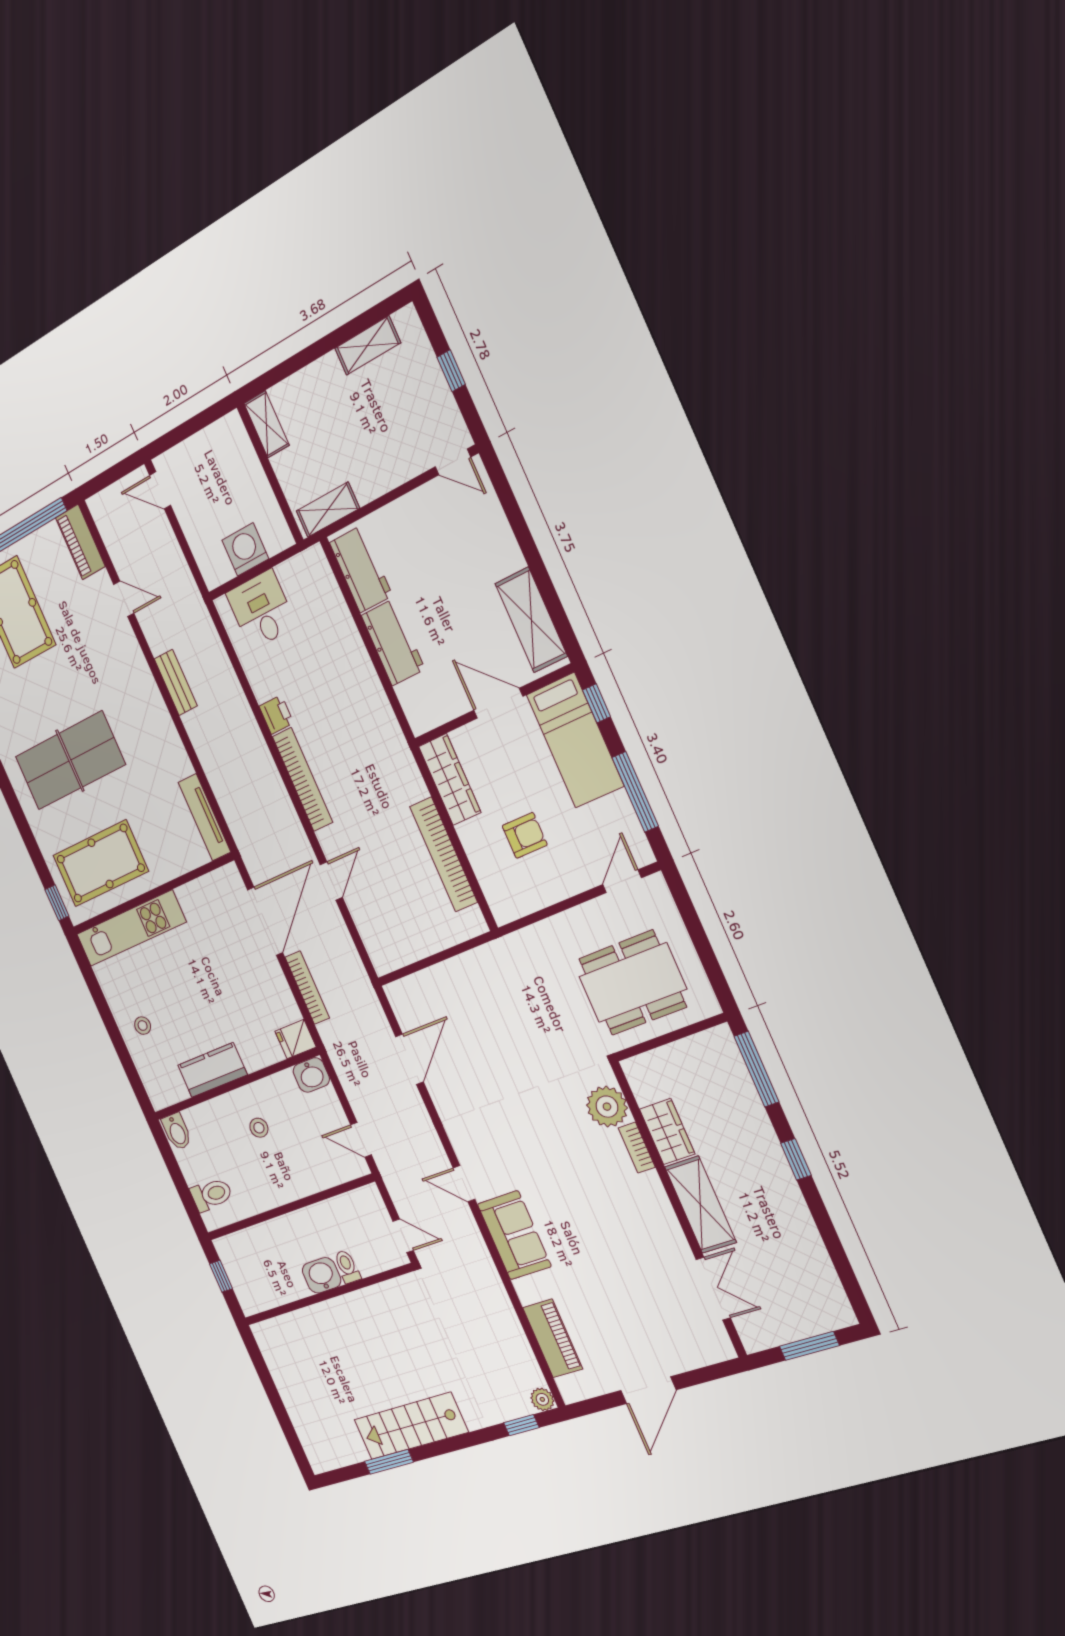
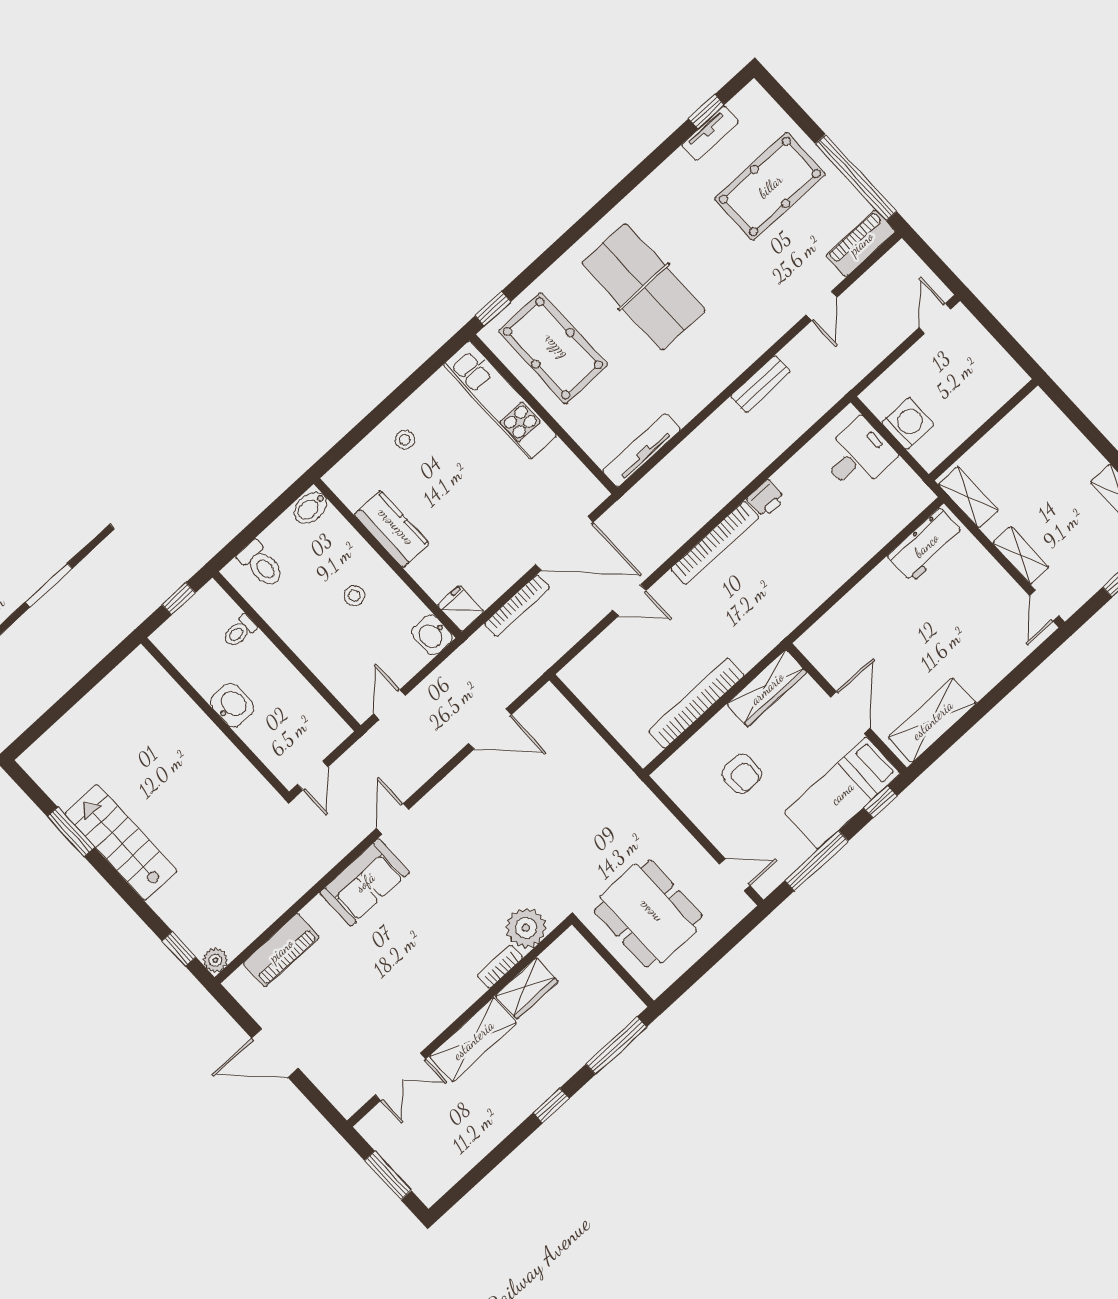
shelving: (267, 424) -> (1021, 555), moved, turned 90
workbench: (393, 642) -> (871, 596), removed
toilet: (347, 1267) -> (239, 631), moved, turned 180

